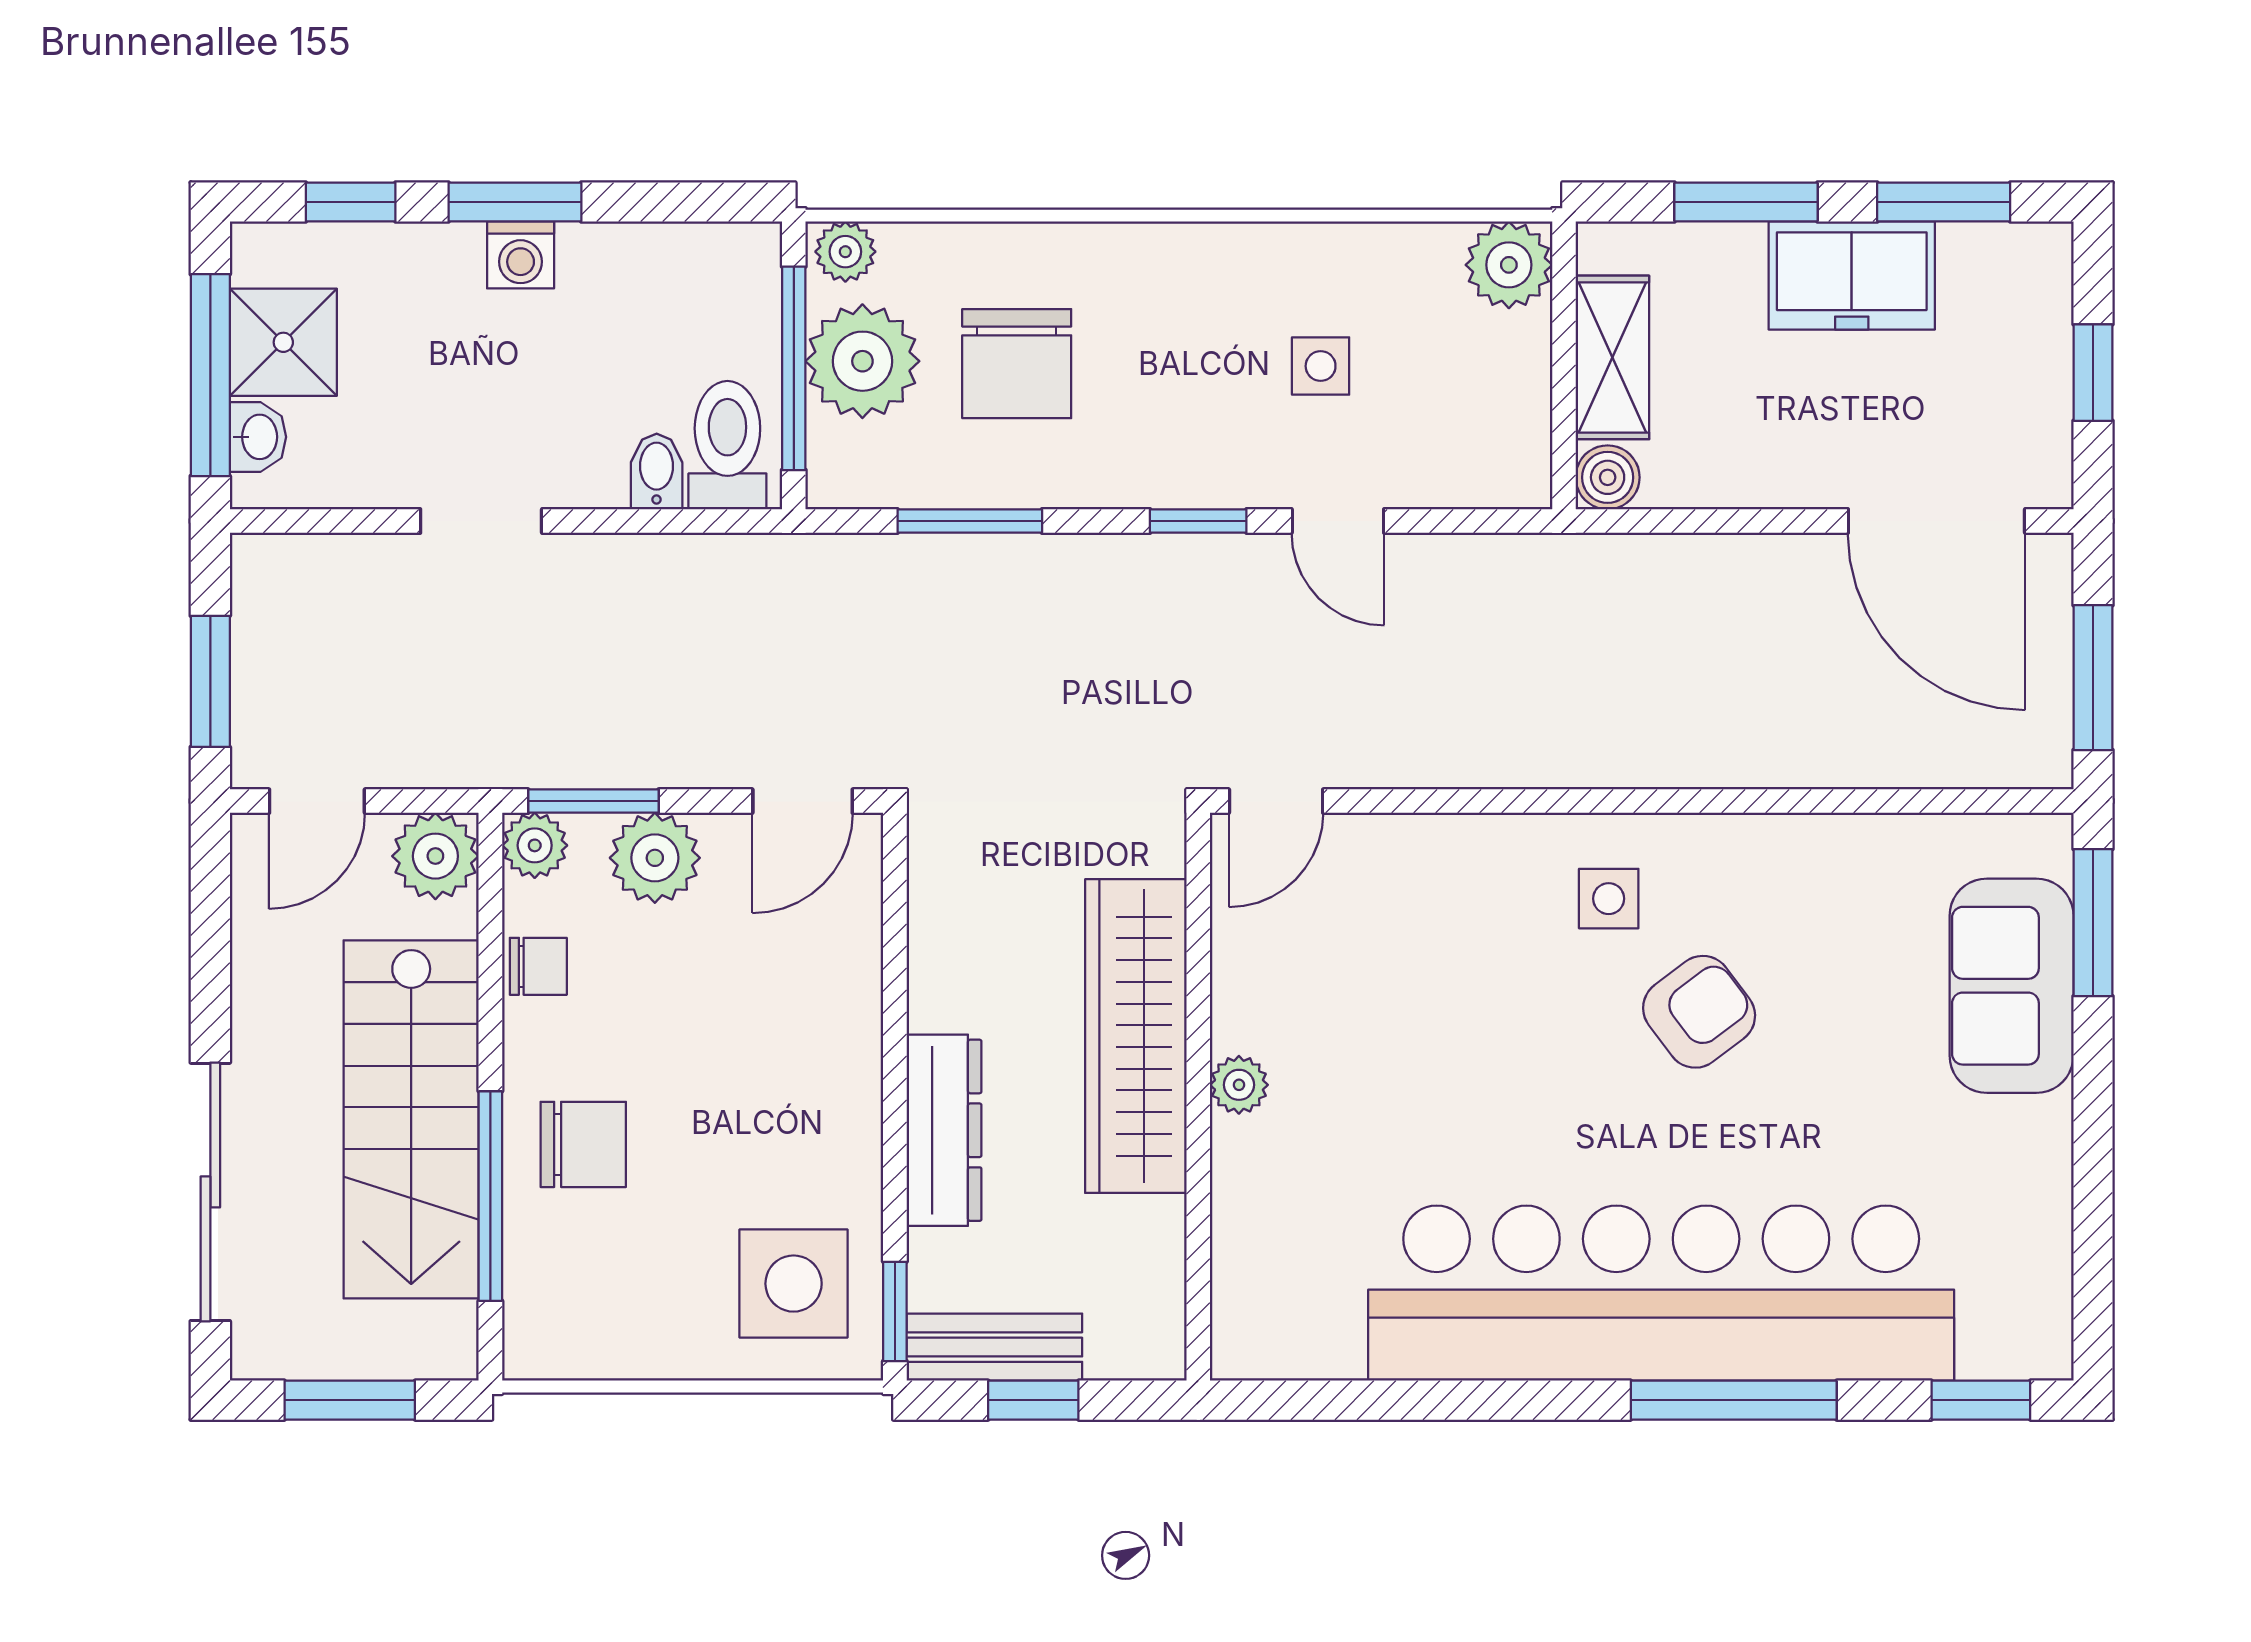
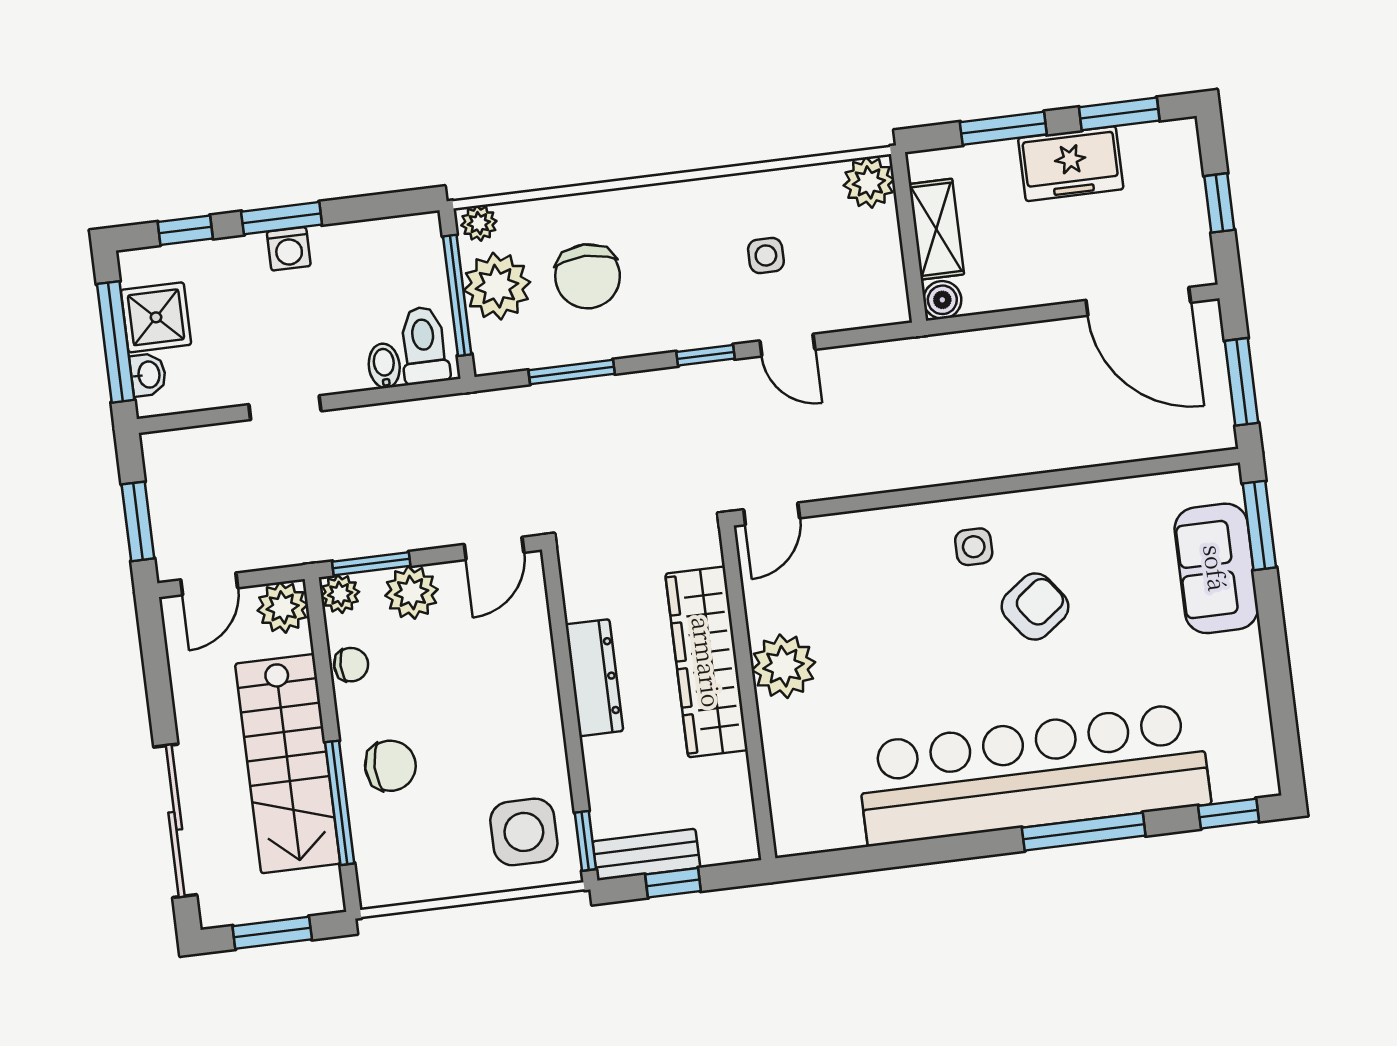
plant: (1239, 1085) -> (784, 666), width x1.88, depth x1.88
dresser: (944, 1130) -> (594, 678), moved

